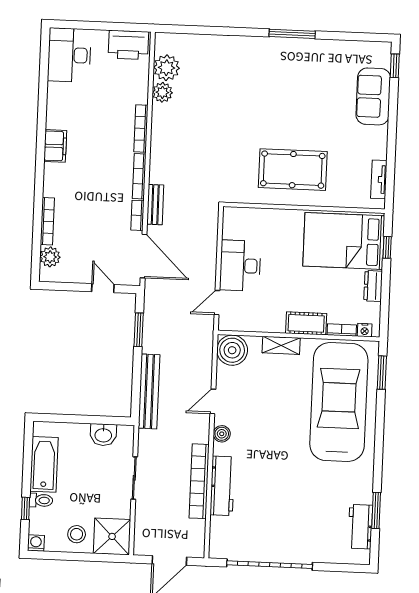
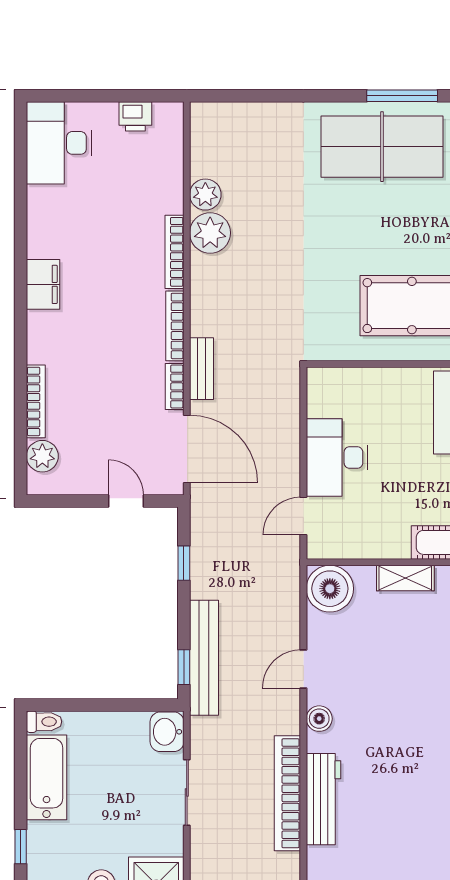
printer: (128, 45) -> (135, 116), width x0.53, depth x0.68
table tennis table: (278, 66) -> (382, 147), added
plant: (167, 68) -> (210, 233), moved
window: (139, 330) -> (184, 563), width x0.67
window: (136, 397) -> (184, 667), added
washbasin: (103, 435) -> (167, 732), moved, turned 90
toilet: (41, 500) -> (44, 722), moved

